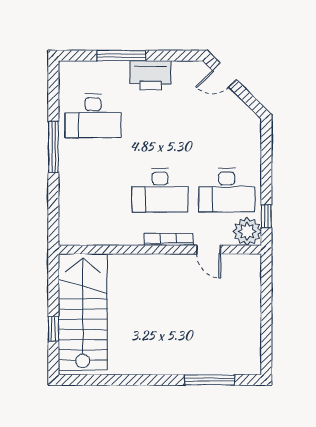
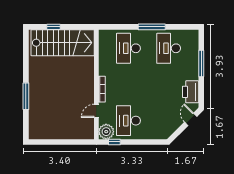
printer: (151, 75) -> (191, 92), moved
desk: (160, 190) -> (128, 48), moved
window: (210, 380) -> (26, 96), moved

